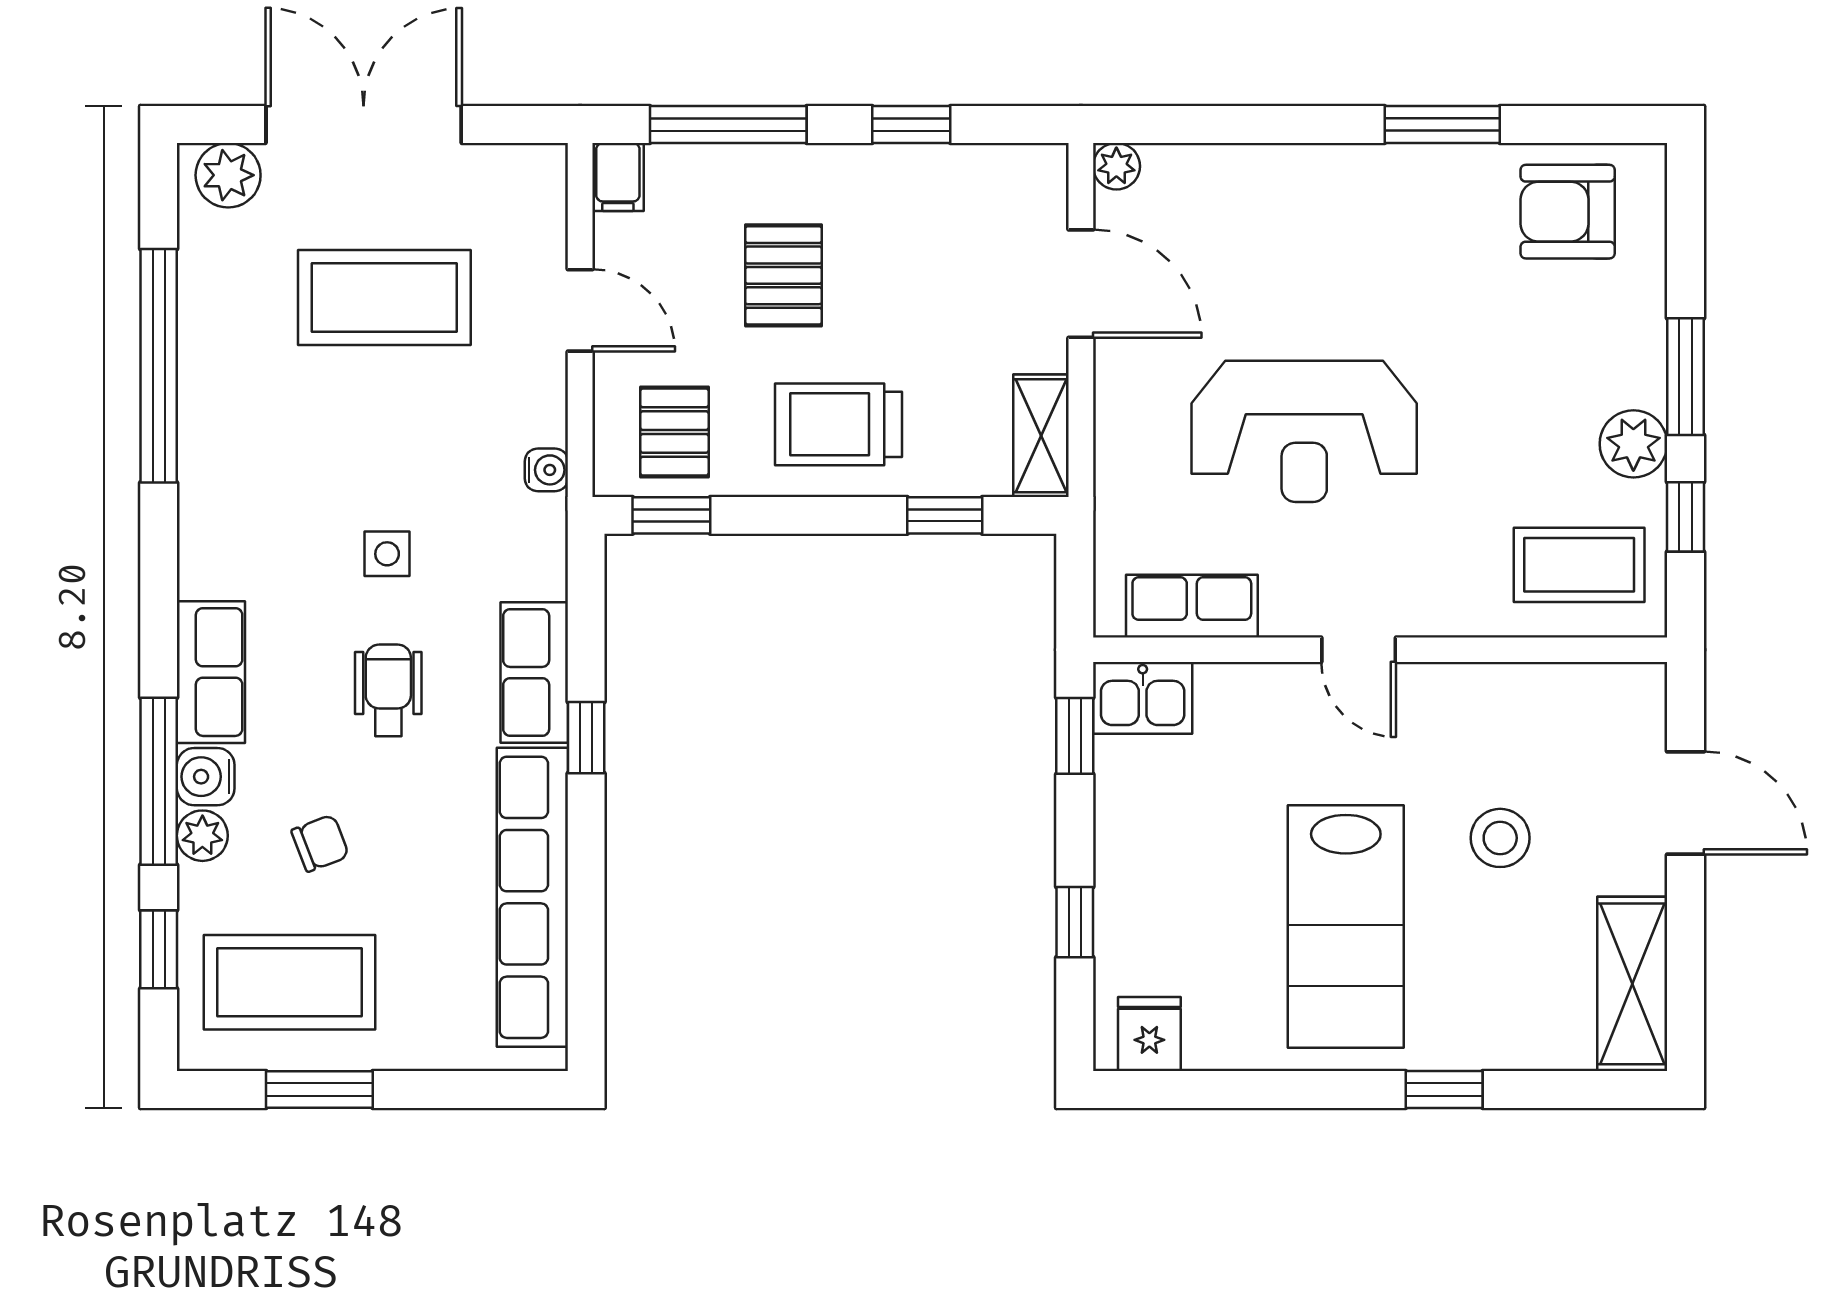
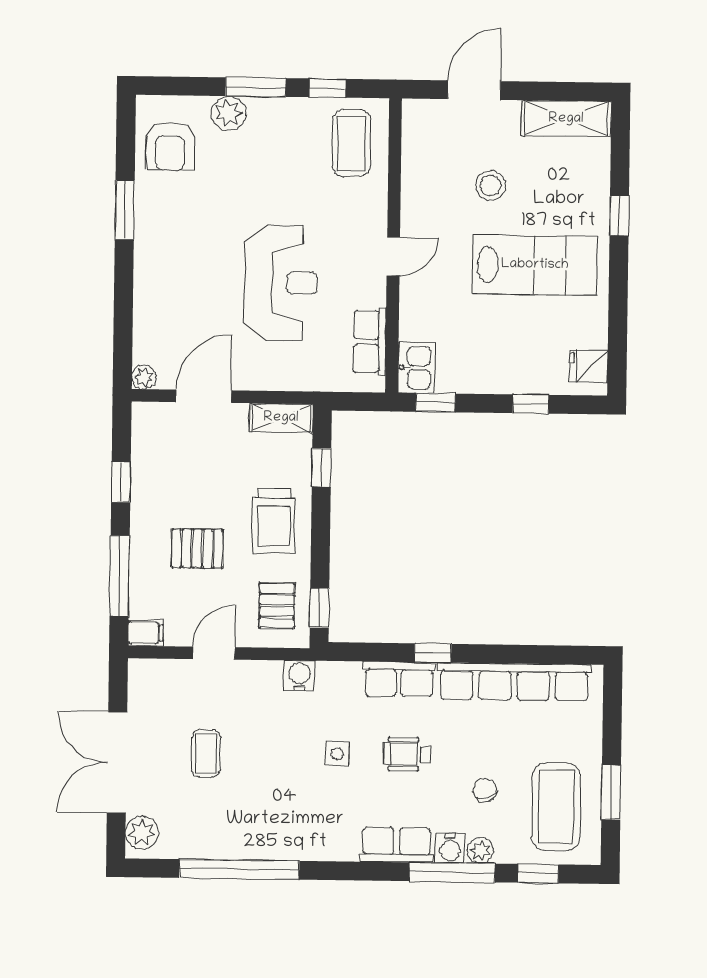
coffee table: (384, 298) -> (206, 753), width x0.54, depth x0.58
pallet: (674, 432) -> (277, 606), turned 90
plant: (1633, 444) -> (228, 113), moved
water cooler: (546, 470) -> (299, 676), width x1.38, depth x1.38

